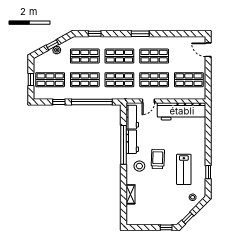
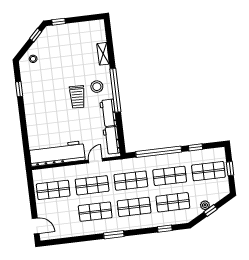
window: (124, 145) -> (115, 90), moved
lab bench: (184, 169) -> (47, 89), removed

